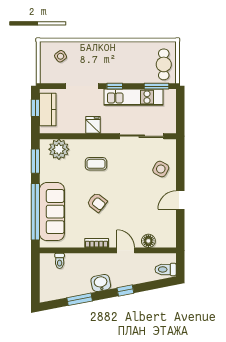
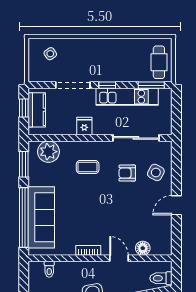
armchair: (97, 202) -> (127, 173), moved, turned 142

